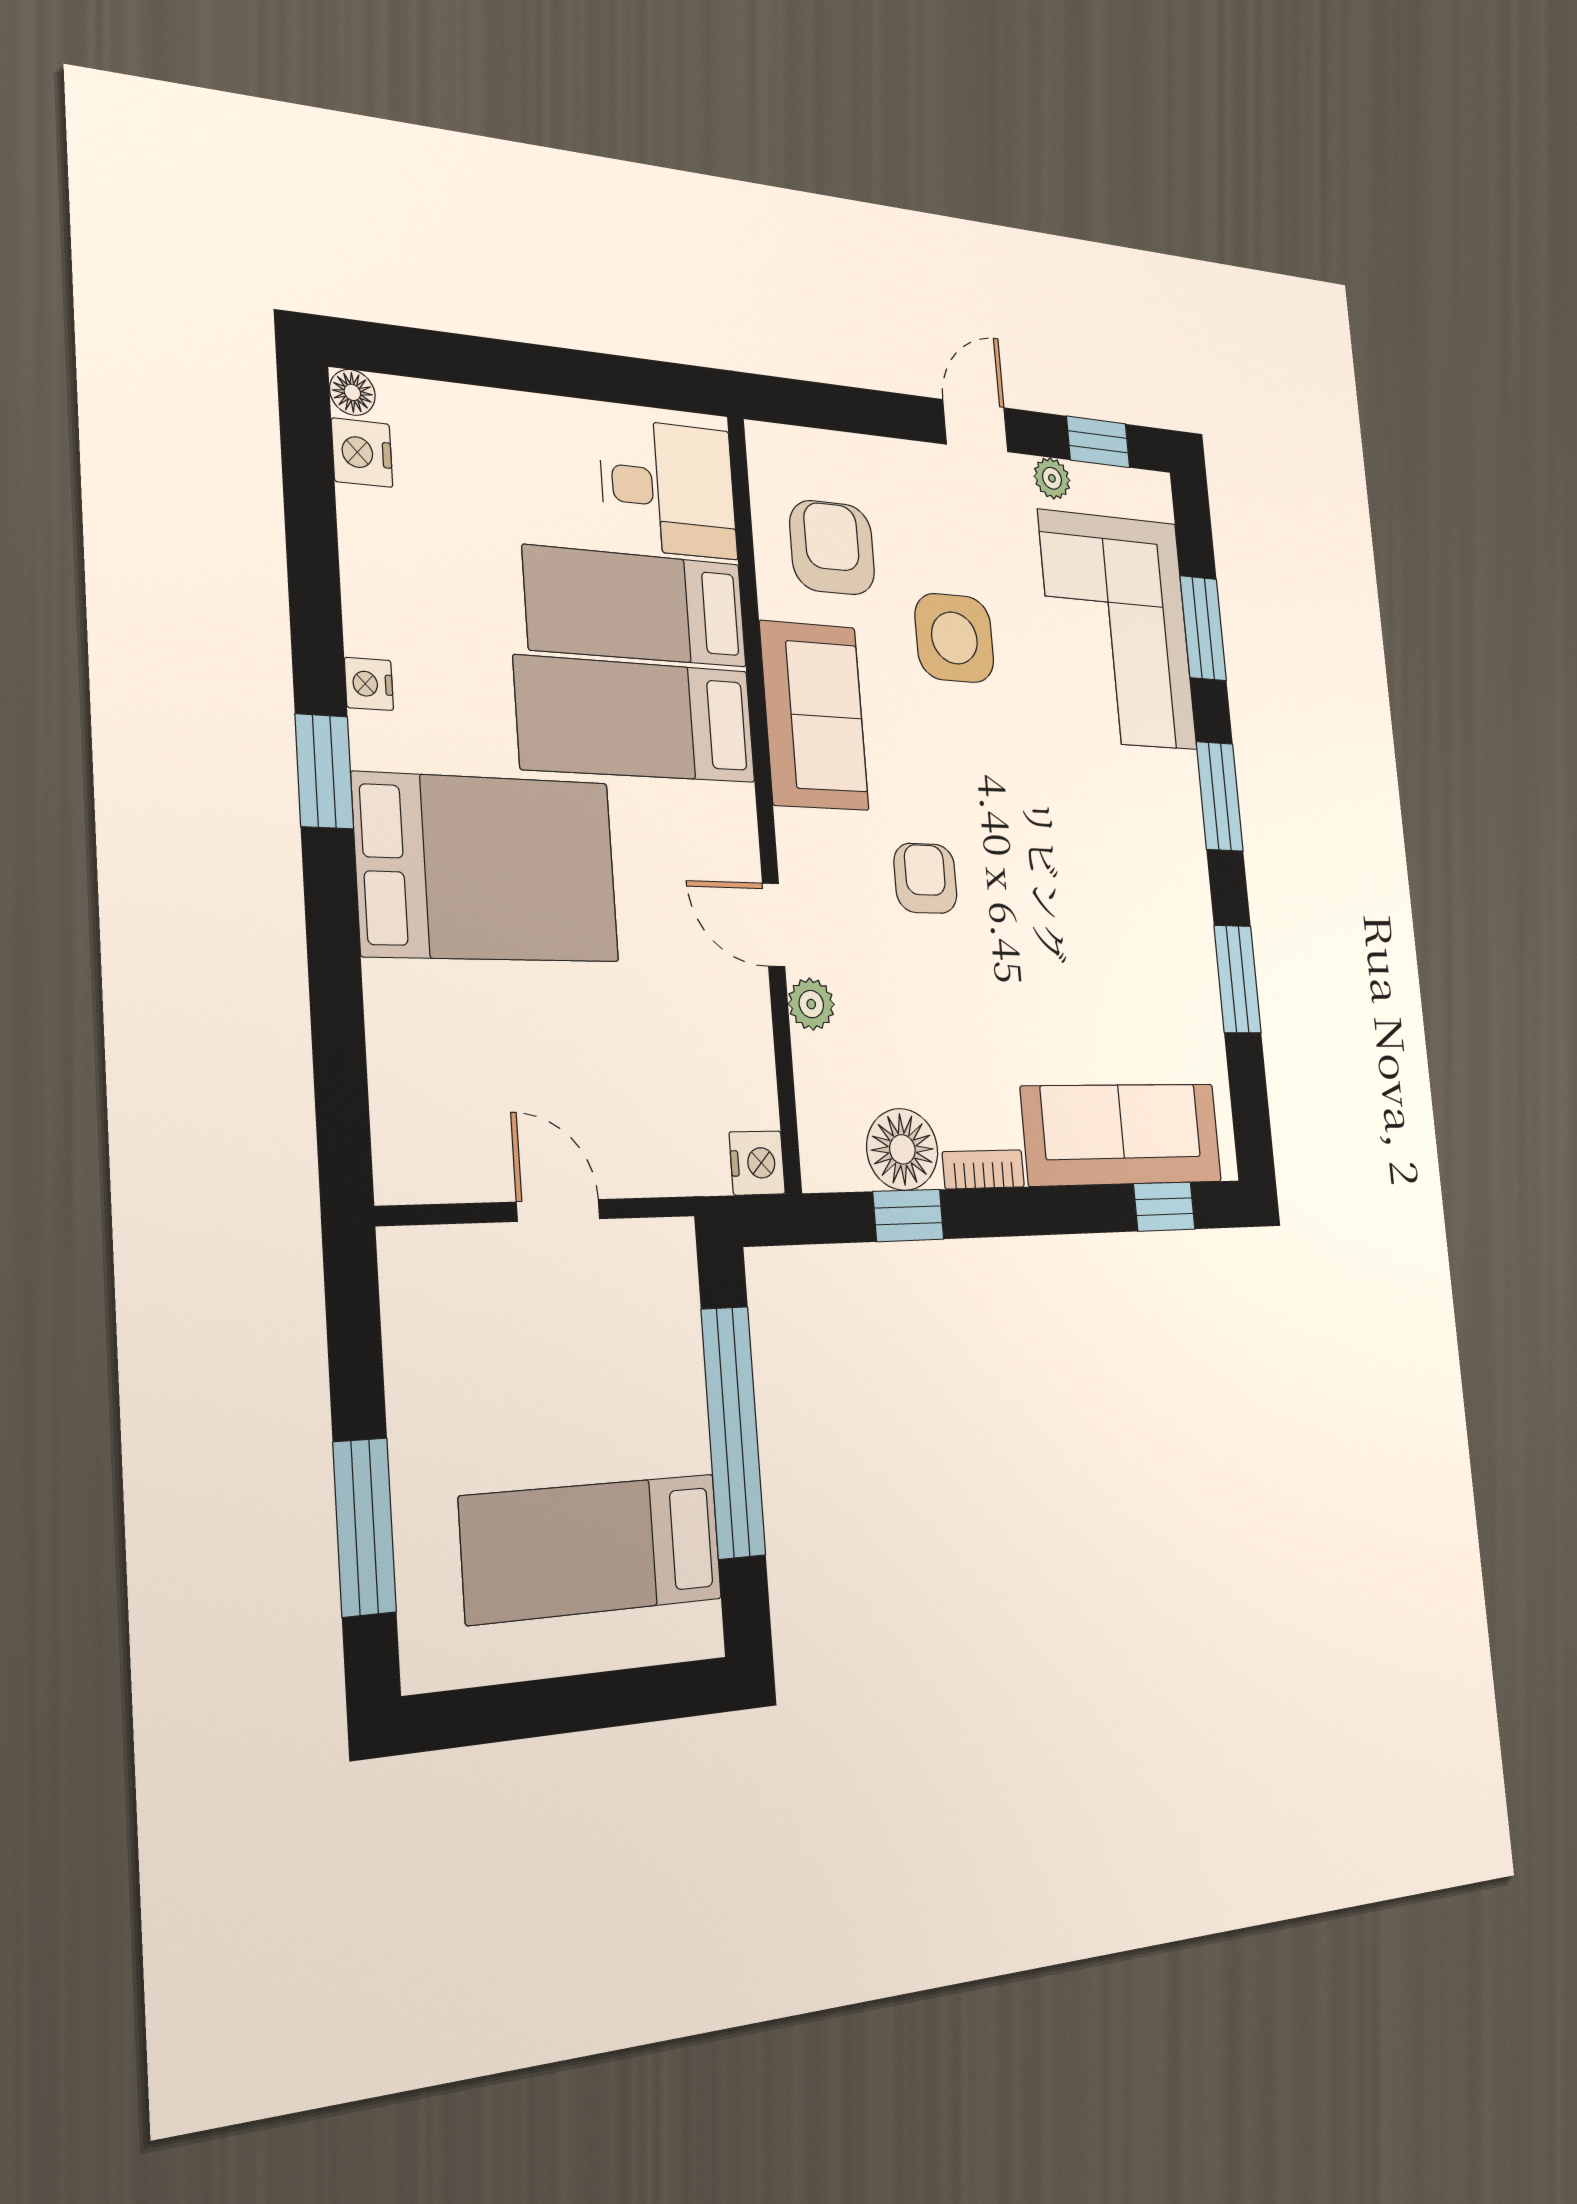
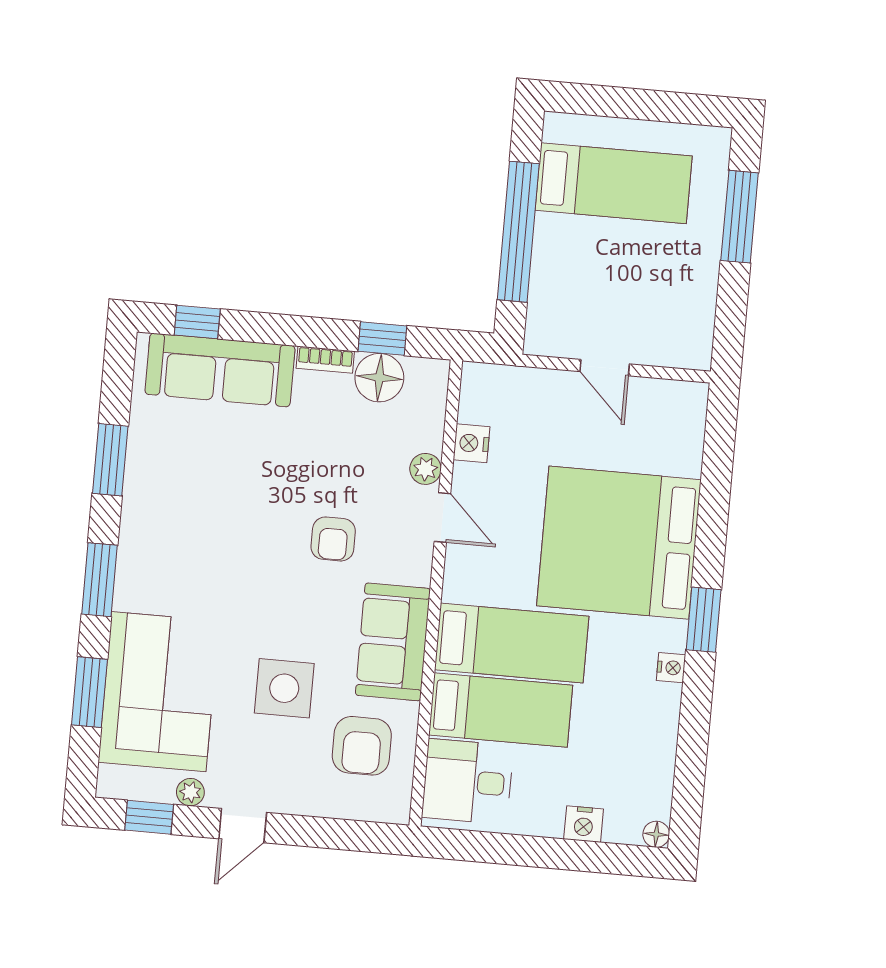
nightstand: (362, 453) -> (584, 824), moved, turned 90
bed: (487, 868) -> (619, 543), width x1.36
nightstand: (757, 1163) -> (472, 443), moved

